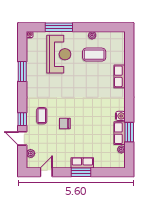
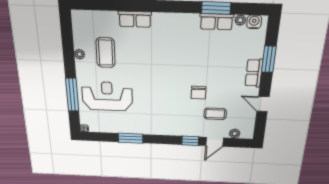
coffee table: (42, 116) -> (215, 114), moved
water cooler: (120, 116) -> (254, 22), moved
door: (46, 172) -> (263, 104), moved
window: (81, 172) -> (269, 59), moved

